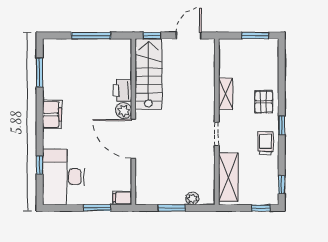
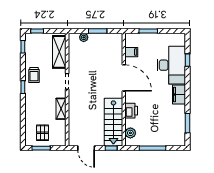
door: (189, 36) -> (86, 148), hinge flipped
pallet: (264, 102) -> (43, 133), moved
plant: (124, 111) -> (130, 133), moved
desk: (64, 177) -> (171, 65), moved
filing cabinet: (122, 198) -> (131, 52), moved

